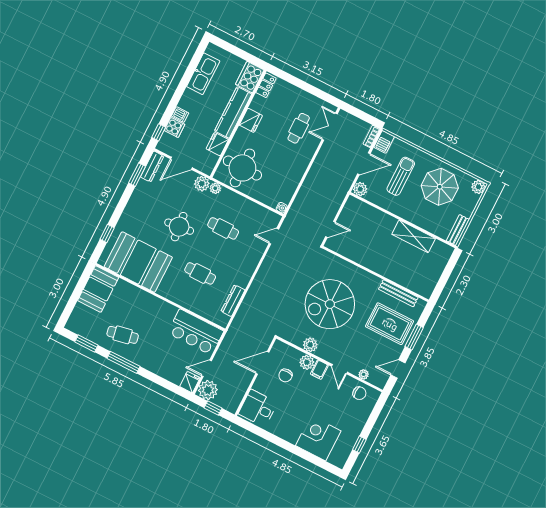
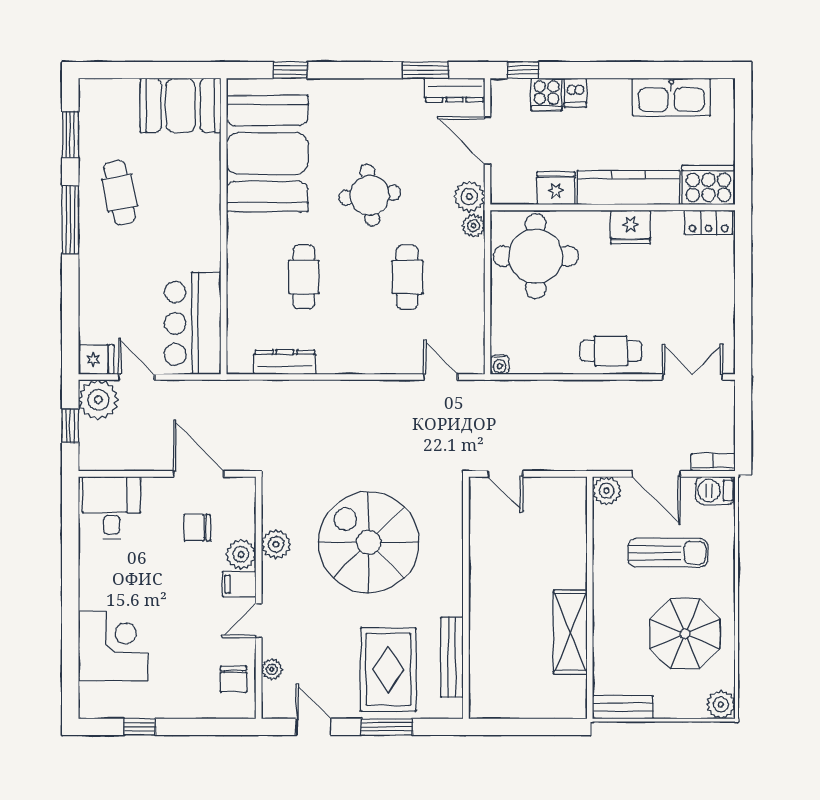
cafe table: (299, 128) -> (611, 351), moved

